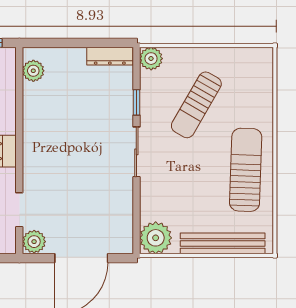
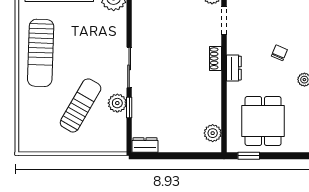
dresser: (110, 56) -> (145, 145), width x0.70
plant: (151, 59) -> (117, 103), moved
shoe rack: (30, 163) -> (216, 58), added

